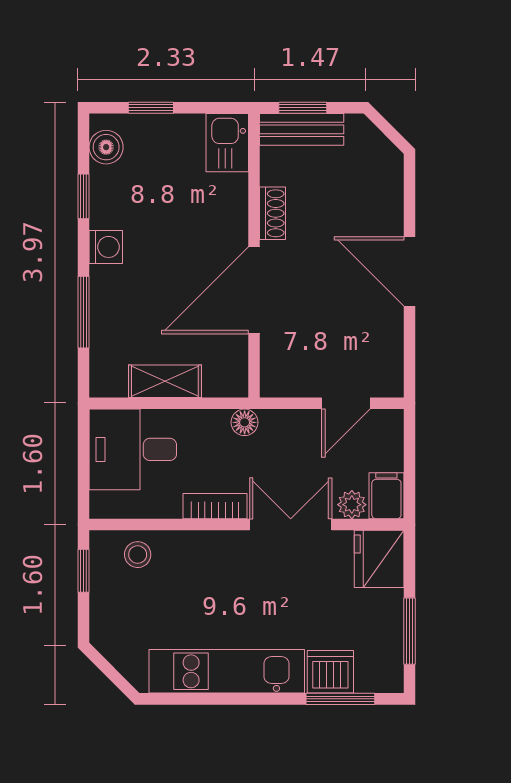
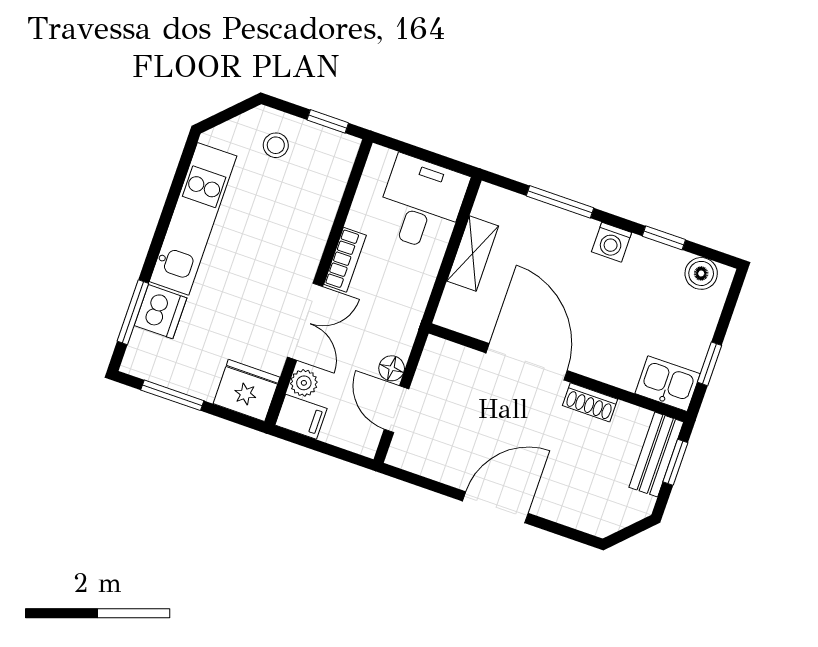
window: (151, 108) -> (709, 364), moved
floor lamp: (245, 422) -> (392, 368), moved
stool: (138, 555) -> (276, 145), moved

